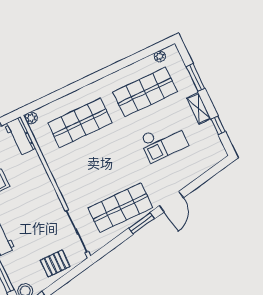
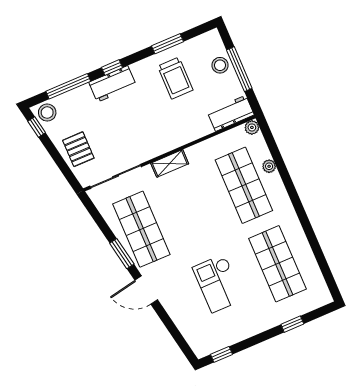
plant: (160, 56) -> (269, 166), moved
window: (195, 78) -> (292, 324), width x0.67
shelving: (199, 108) -> (170, 163), moved
window: (218, 125) -> (222, 354), moved

